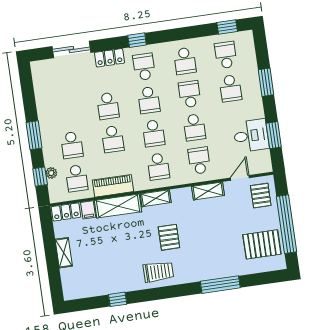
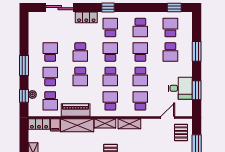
school desk: (149, 100) -> (110, 52), turned 180
school desk: (67, 112) -> (50, 52), added
school desk: (72, 145) -> (50, 76), turned 180
school desk: (158, 166) -> (110, 101), turned 180
shelving: (208, 191) -> (129, 124), moved

